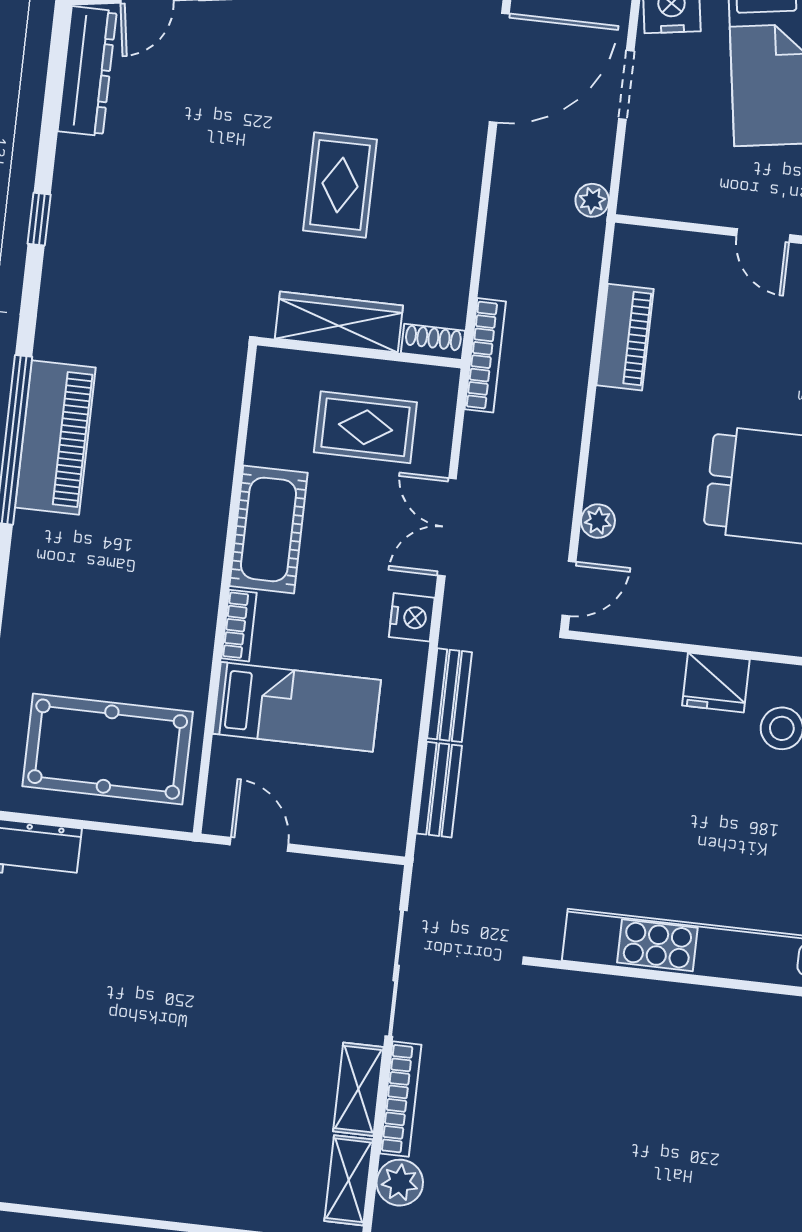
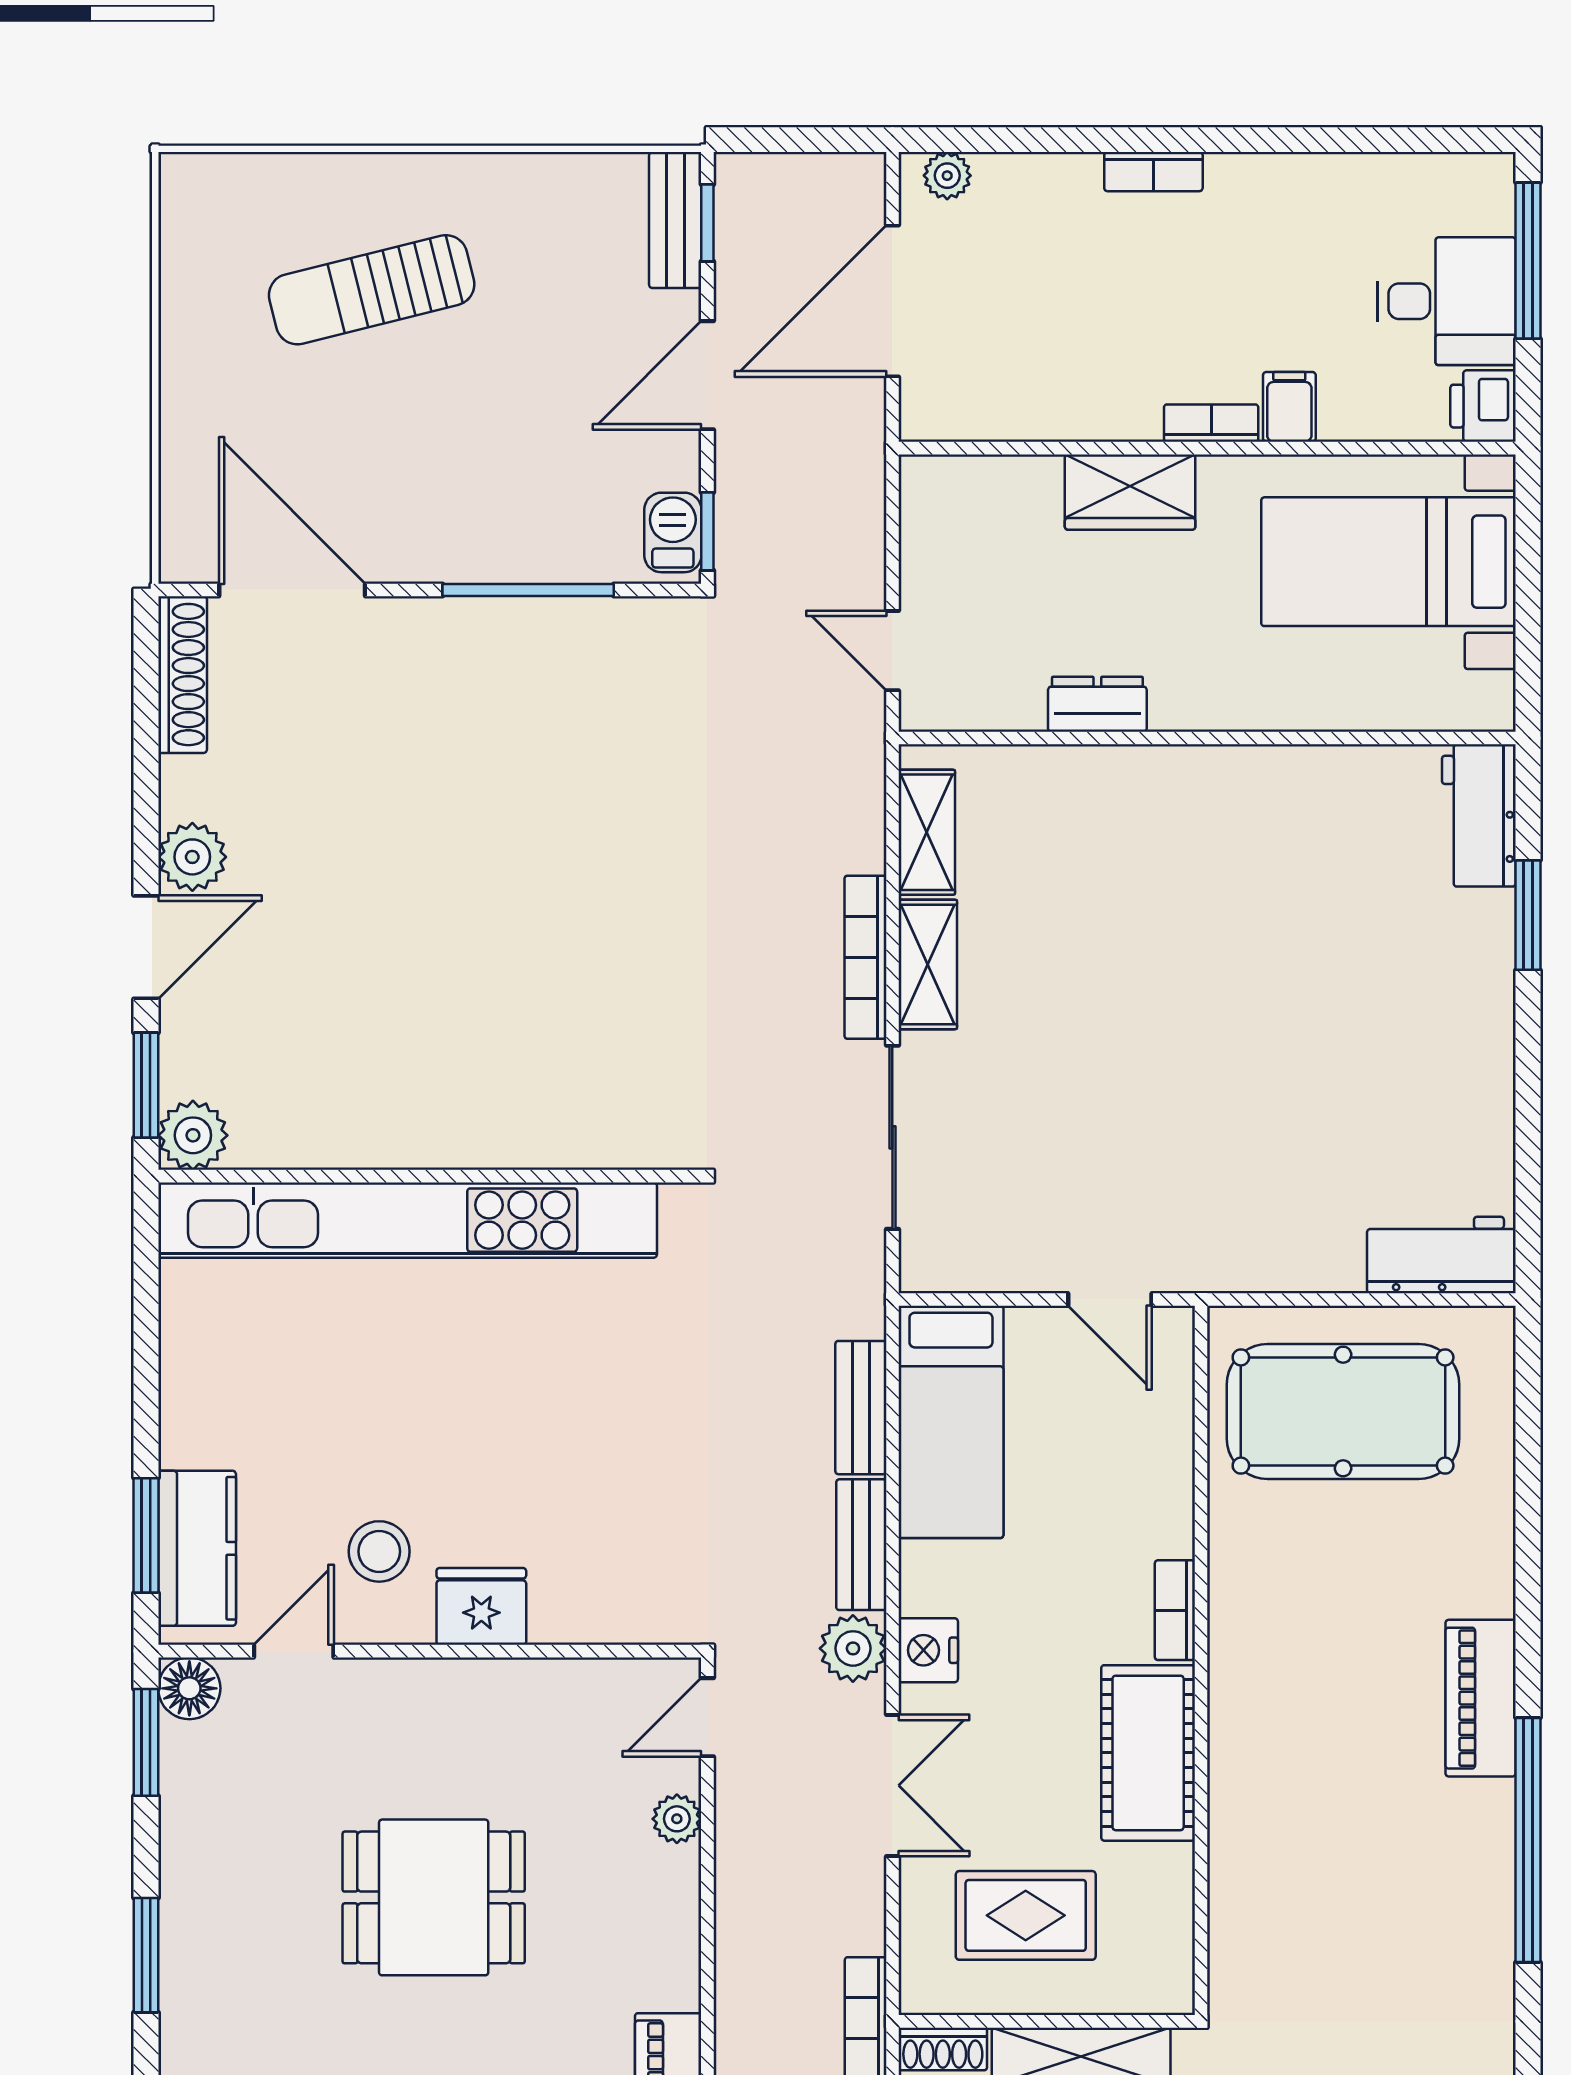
piano: (55, 437) -> (1481, 1698), moved, width x0.73, depth x0.75
bed: (297, 707) -> (951, 1422), moved, turned -90
plant: (400, 1183) -> (853, 1648), moved

